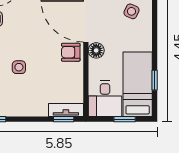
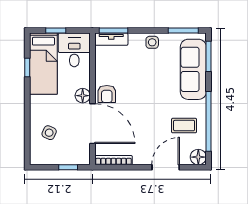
armchair: (71, 52) -> (107, 94), turned 90
side table: (19, 67) -> (152, 42), moved
window: (64, 119) -> (113, 31), width x1.50

